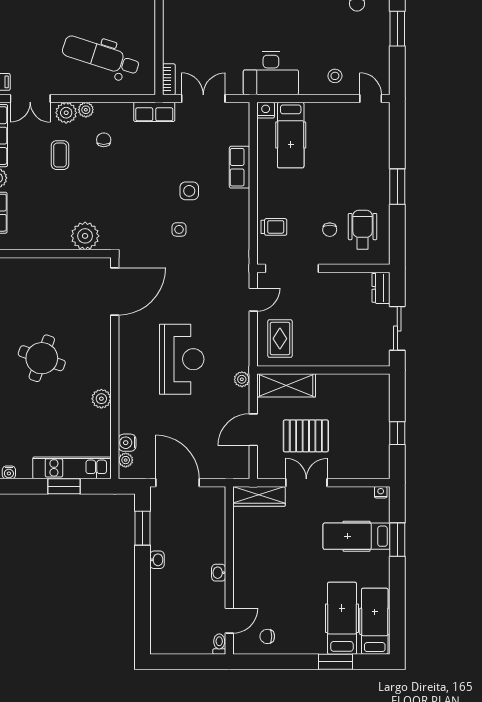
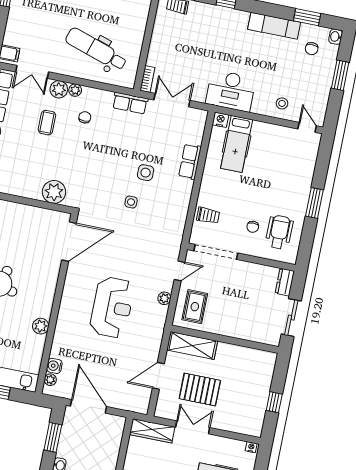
plant: (242, 379) -> (164, 298), moved

